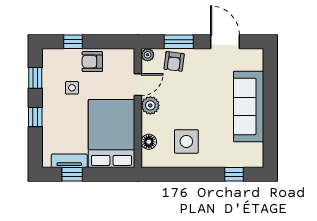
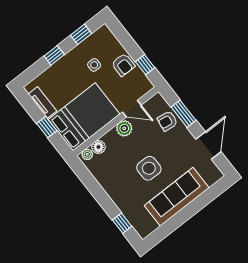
window: (73, 42) -> (145, 65), moved
plant: (148, 55) -> (87, 154), moved
armchair: (92, 62) -> (123, 65), turned 180
side table: (186, 141) -> (149, 168), moved
window: (72, 174) -> (47, 127), moved

